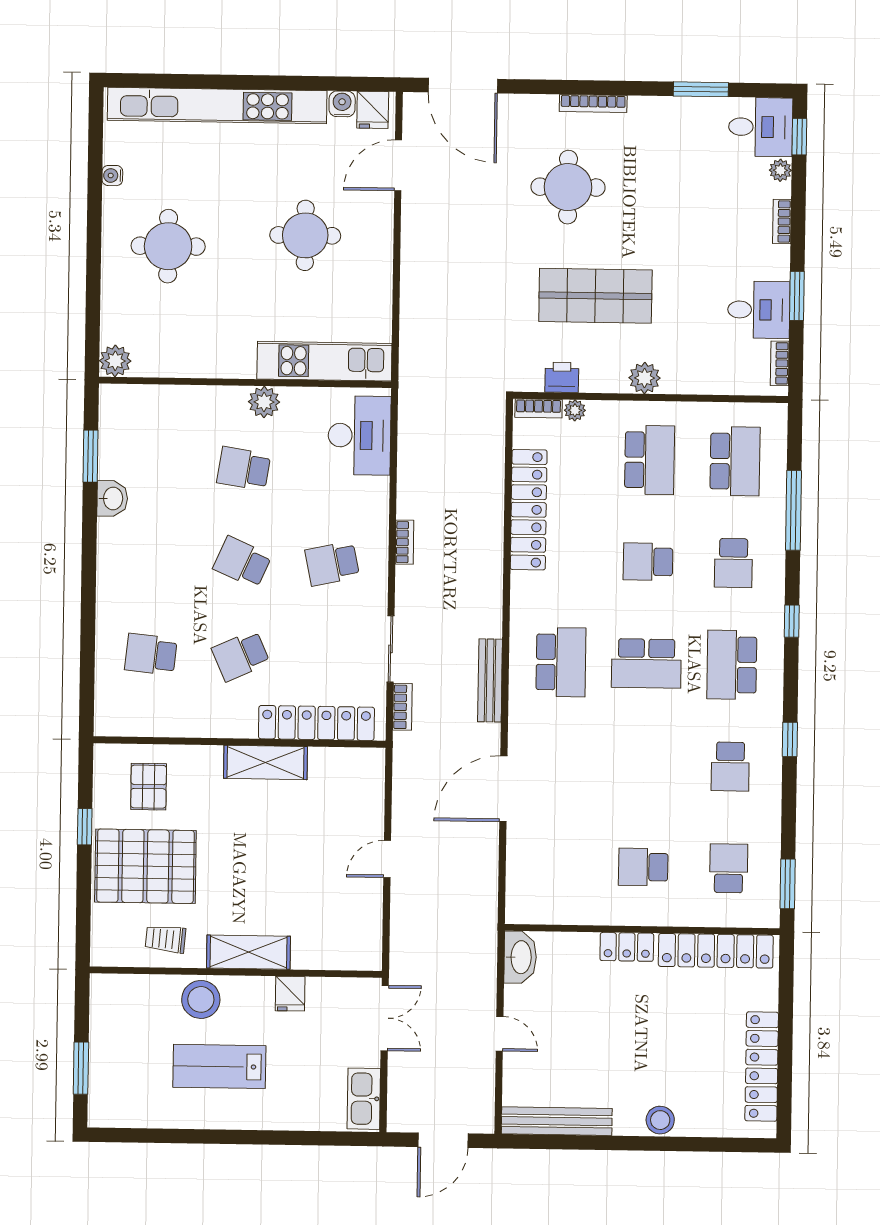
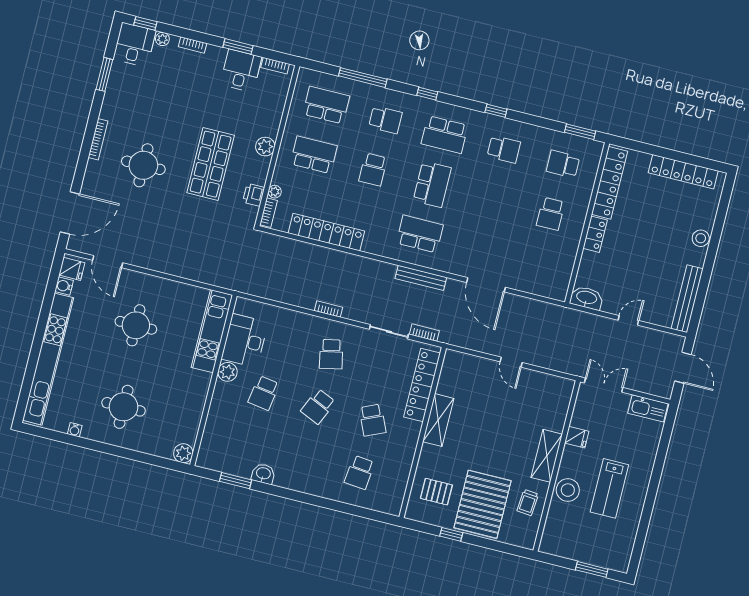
desk: (359, 435) -> (245, 341), moved, turned -90

